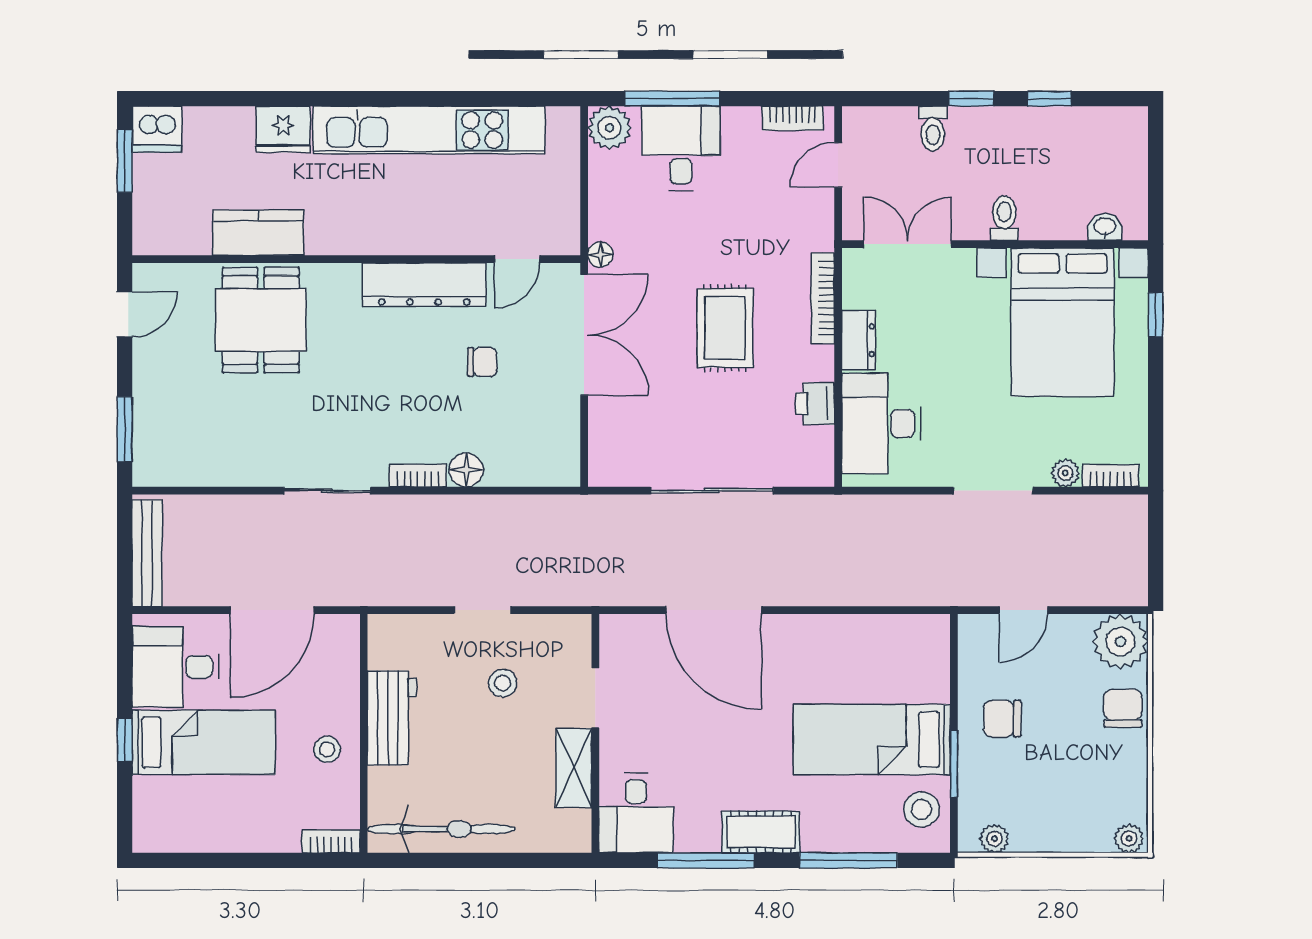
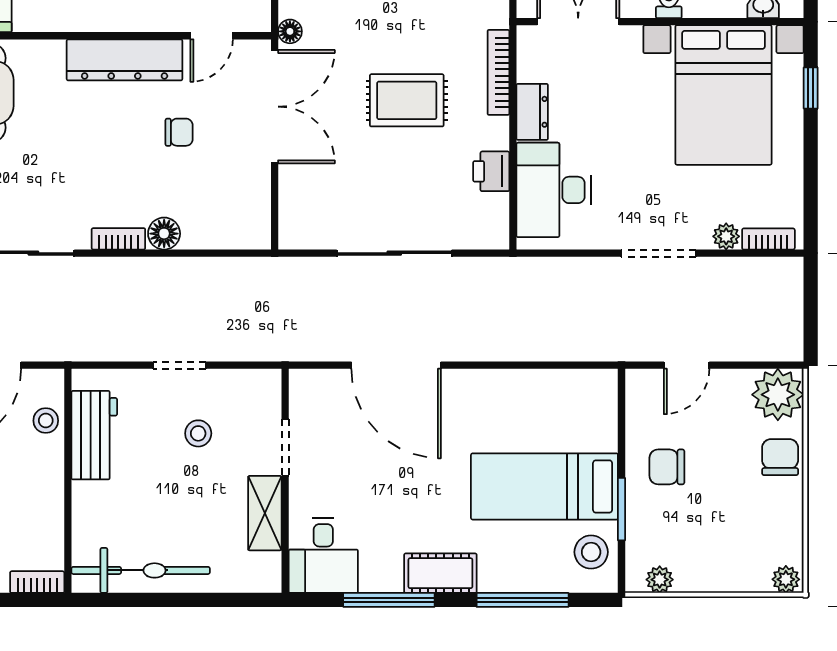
rug: (725, 328) -> (407, 100), turned 90
workbench: (392, 718) -> (94, 435), moved
stool: (327, 749) -> (46, 421), moved

